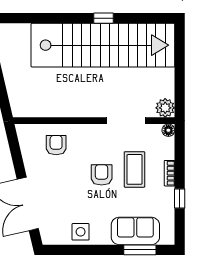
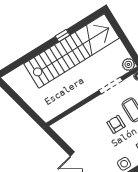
armchair: (56, 145) -> (80, 123), removed

